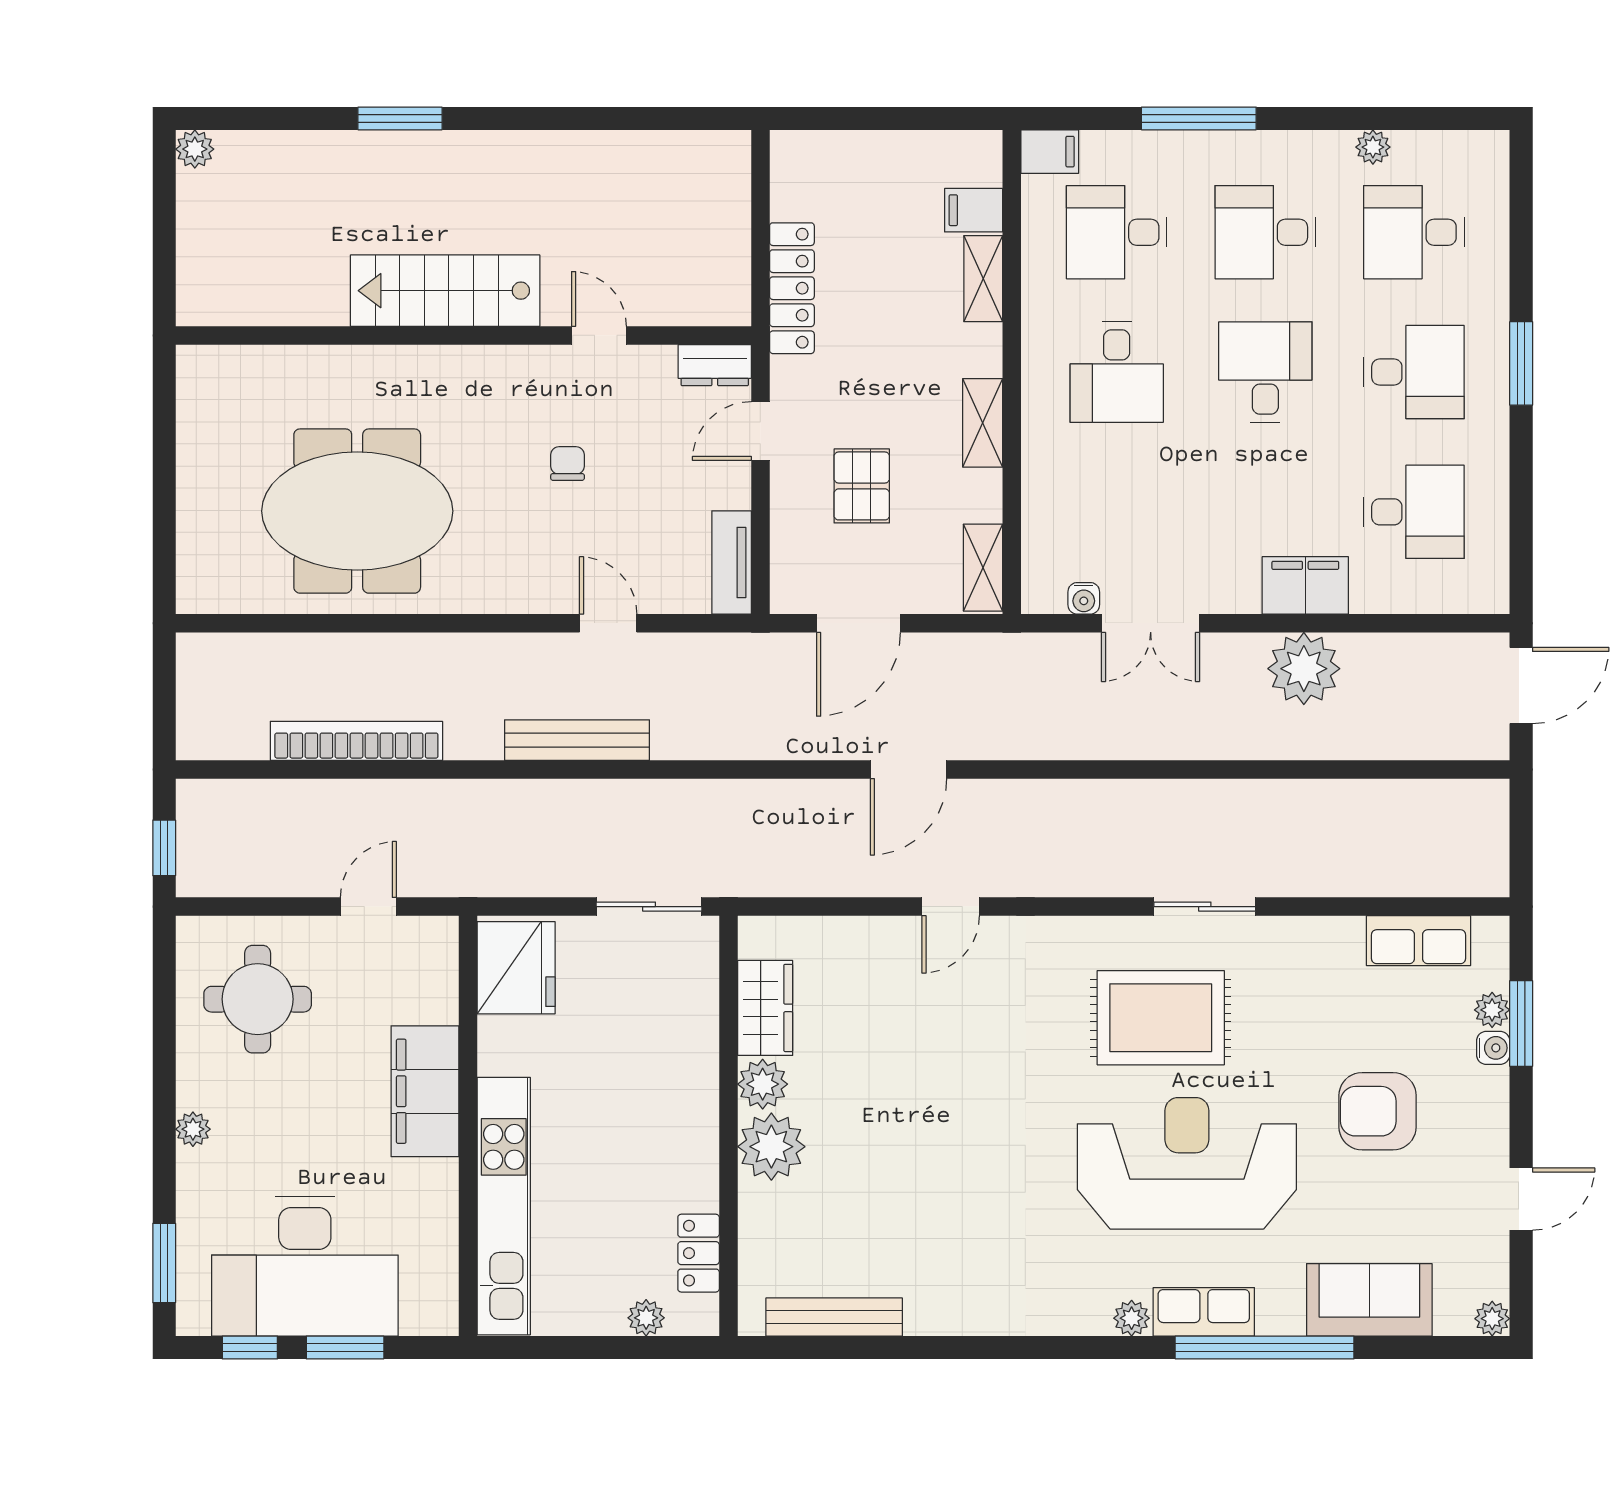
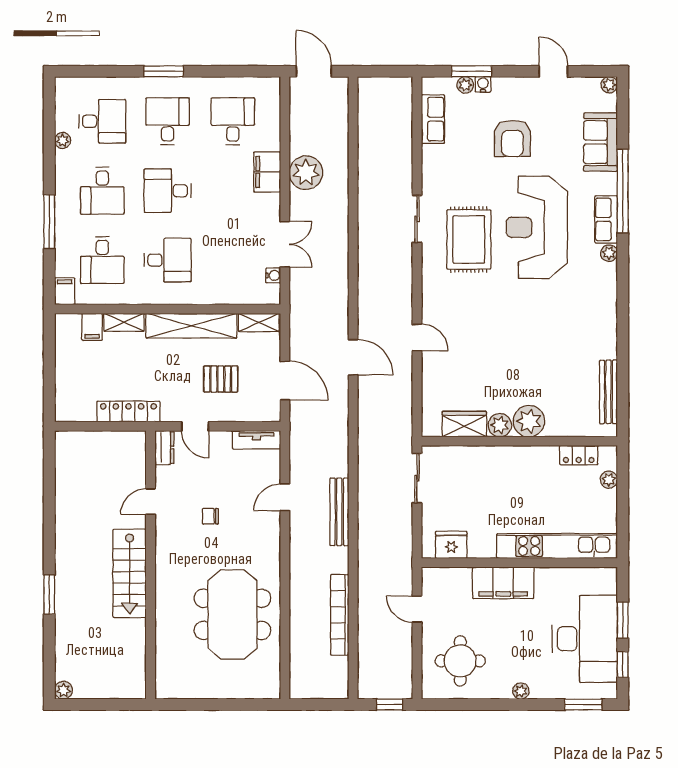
desk: (1414, 232) -> (102, 121), turned -90
shelving: (983, 423) -> (191, 326), width x2.20, depth x1.33
fridge: (516, 968) -> (451, 545), width x0.73, depth x0.75

